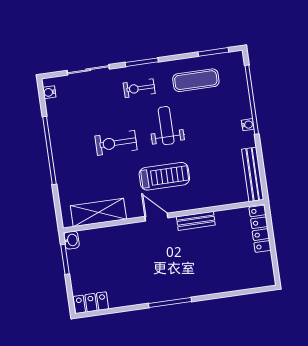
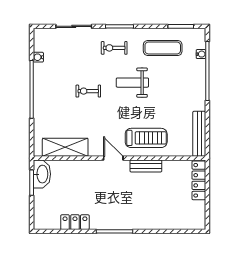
water cooler: (49, 92) -> (38, 57), moved
water cooler: (248, 125) -> (201, 54), moved
weight bench: (166, 126) -> (132, 83), turned -90
exercise bike: (116, 143) -> (88, 91), width x0.73, depth x0.72
treadmill: (164, 176) -> (146, 138), moved
washbasin: (71, 240) -> (42, 174), width x1.91, depth x1.45
locker: (91, 303) -> (75, 222), moved

